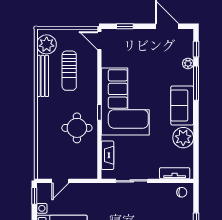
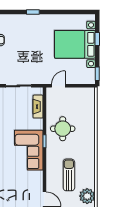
bench: (43, 76) -> (90, 171), removed
corner sofa: (125, 101) -> (29, 150), width x0.73, depth x0.74
door: (60, 181) -> (58, 86), moved

